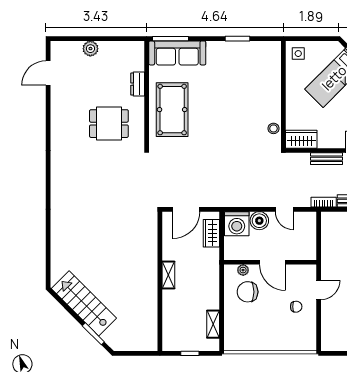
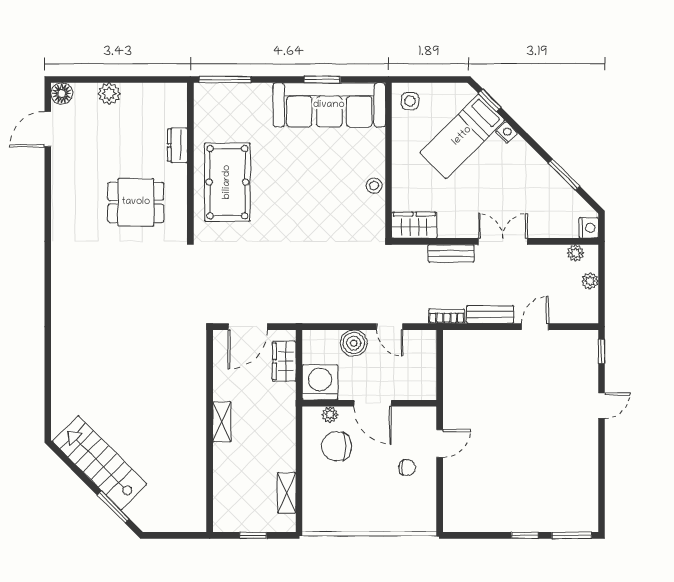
floor lamp: (58, 48) -> (62, 94), added
sofa: (177, 53) -> (329, 105), moved, width x1.36, depth x1.27
stool: (273, 128) -> (374, 186), moved
washing machine: (237, 224) -> (320, 382), moved, turned 180

